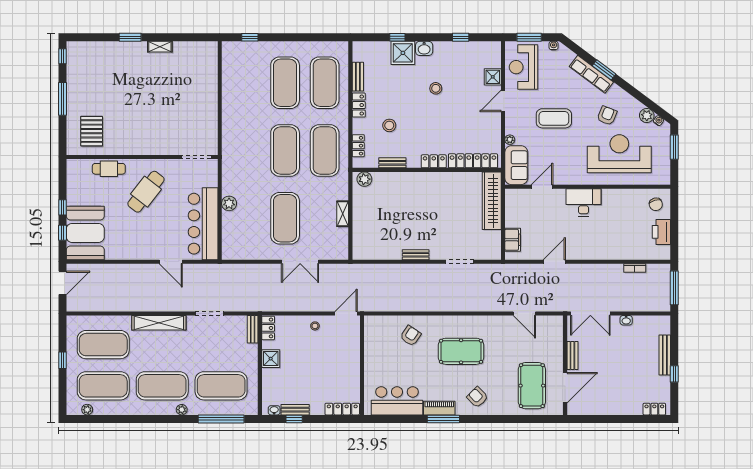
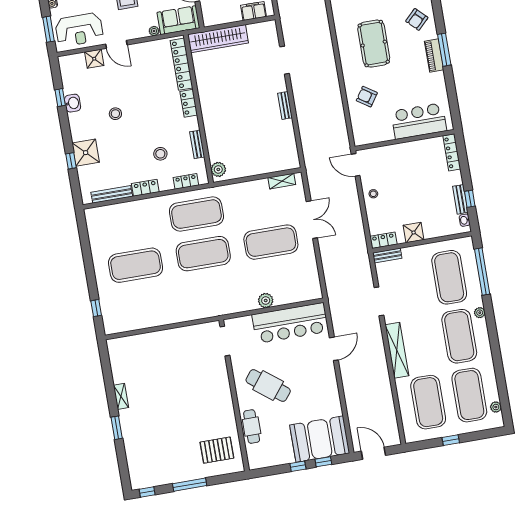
washbasin: (424, 48) -> (73, 103), moved
bench: (358, 77) -> (112, 194), width x1.36
exercise mat: (325, 83) -> (129, 226), removed
shelving: (343, 214) -> (282, 181), moved
bar counter: (397, 401) -> (419, 121), moved, turned 90

